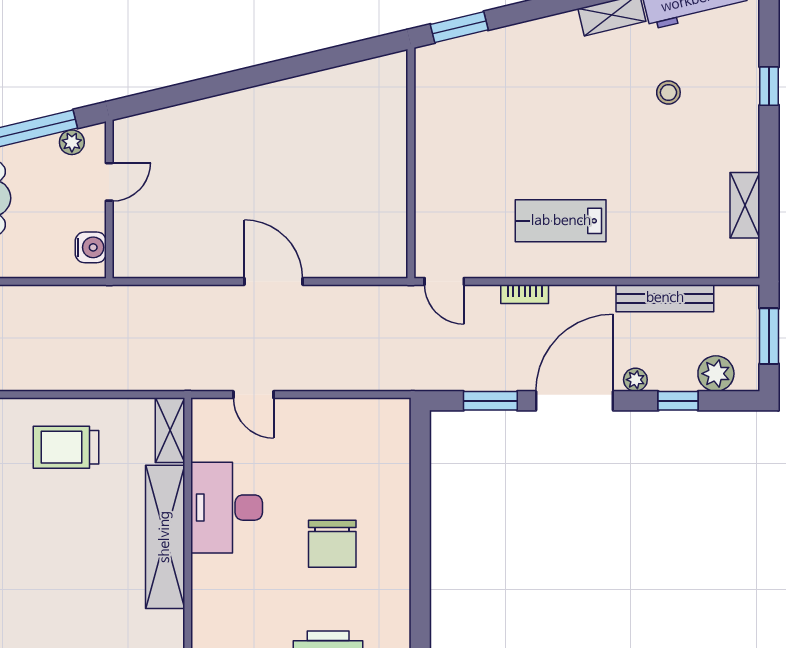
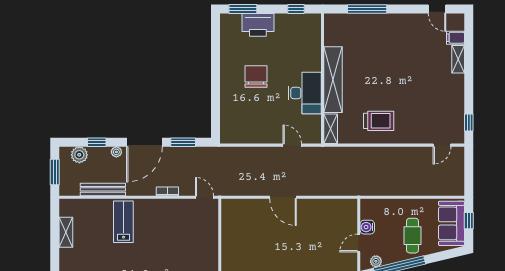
lab bench: (561, 221) -> (123, 222), moved, turned -90
water cooler: (91, 247) -> (367, 227), moved

